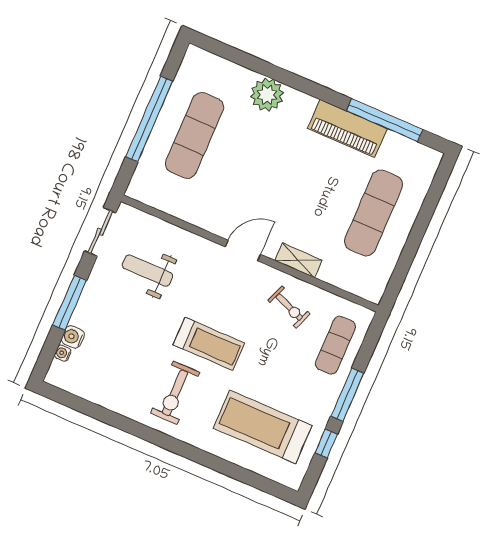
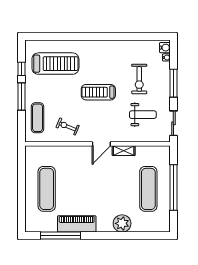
shelving: (298, 260) -> (124, 151), moved
water cooler: (73, 337) -> (165, 48), moved
exercise bike: (175, 393) -> (139, 79), moved, turned 180

